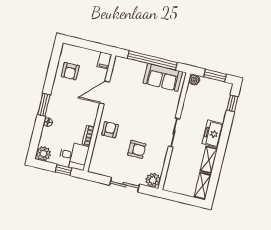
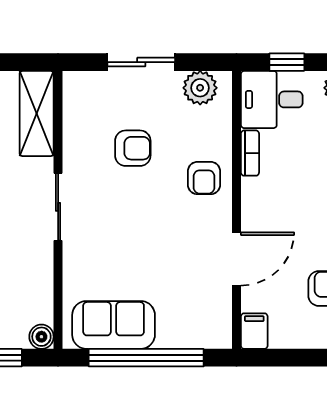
armchair: (137, 149) -> (133, 148), turned 180
shelving: (174, 174) -> (37, 114), added
plant: (153, 180) -> (200, 88), moved

